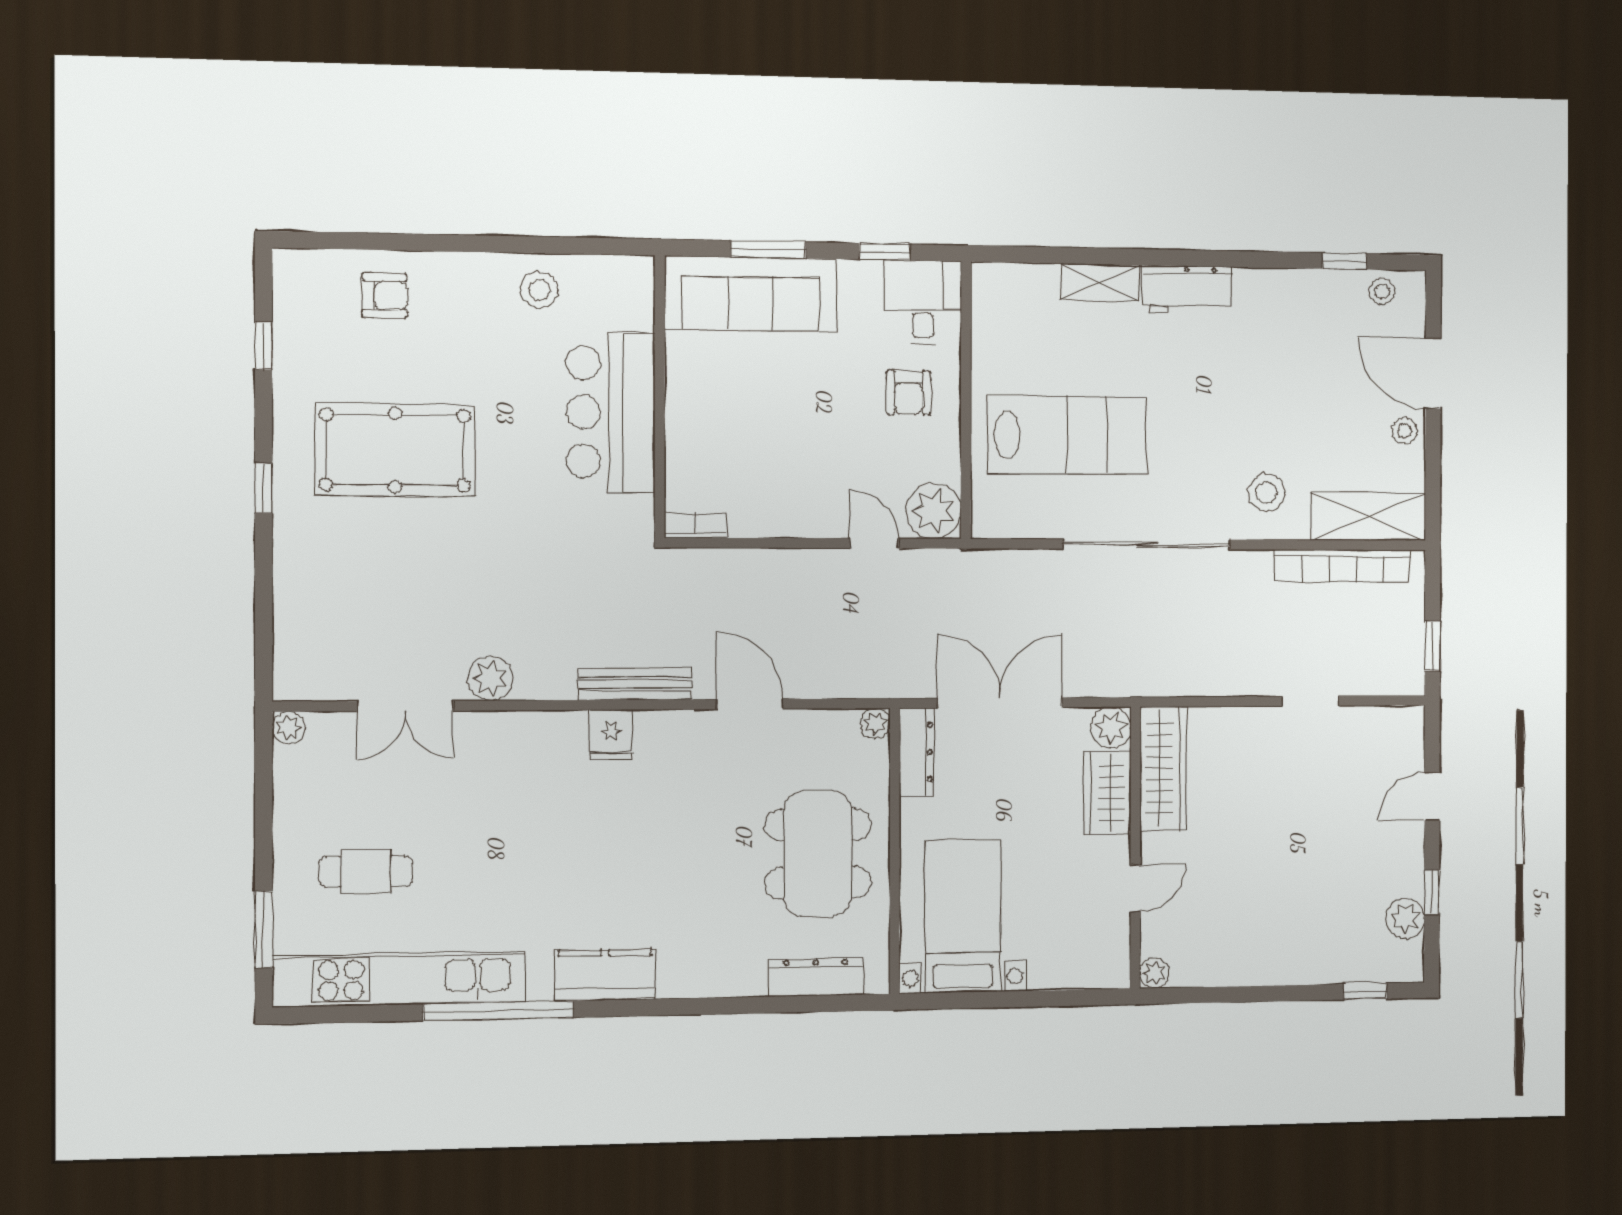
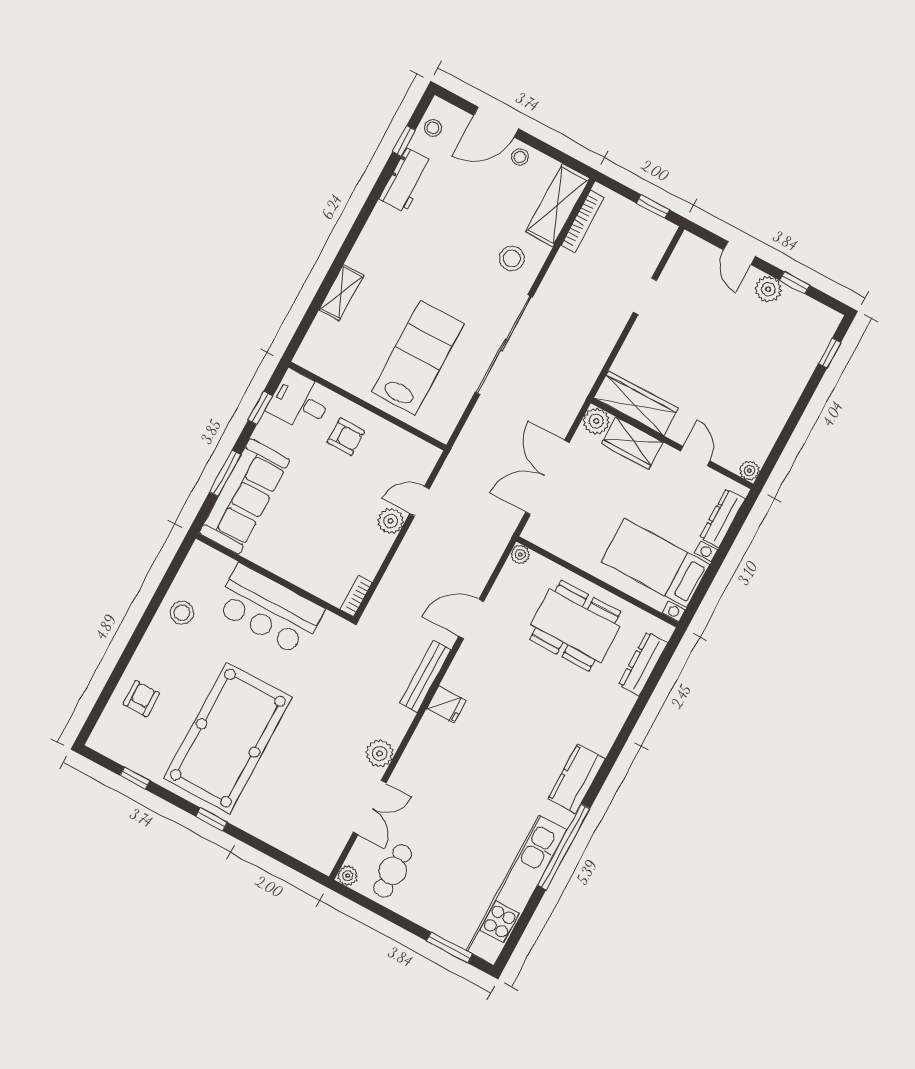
workbench: (1187, 290) -> (406, 180), moved
pool table: (395, 450) -> (228, 738), width x1.36, depth x1.32
plant: (934, 511) -> (391, 521), moved, width x0.73, depth x0.73
bookcase: (1343, 566) -> (583, 221), width x0.68, depth x0.76
dresser: (917, 752) -> (722, 518), moved, turned -90
cafe table: (366, 872) -> (393, 871), moved
plant: (1405, 918) -> (768, 289), moved

